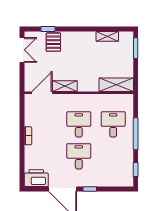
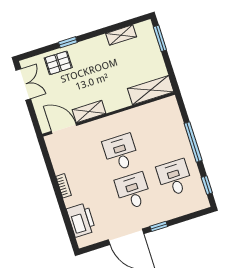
window: (48, 29) -> (68, 42), moved
pallet: (53, 42) -> (58, 63), turned 90
door: (42, 93) -> (64, 128), hinge flipped
desk: (113, 124) -> (175, 178), moved
printer: (36, 178) -> (81, 220), moved, turned 90

